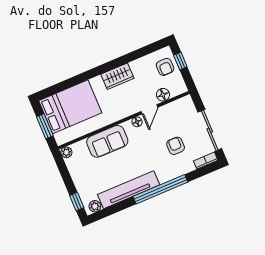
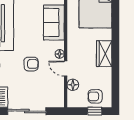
armchair: (176, 146) -> (31, 64), moved

